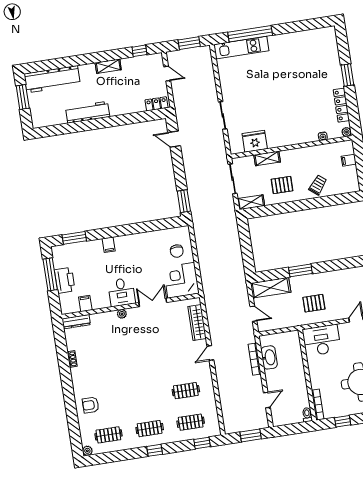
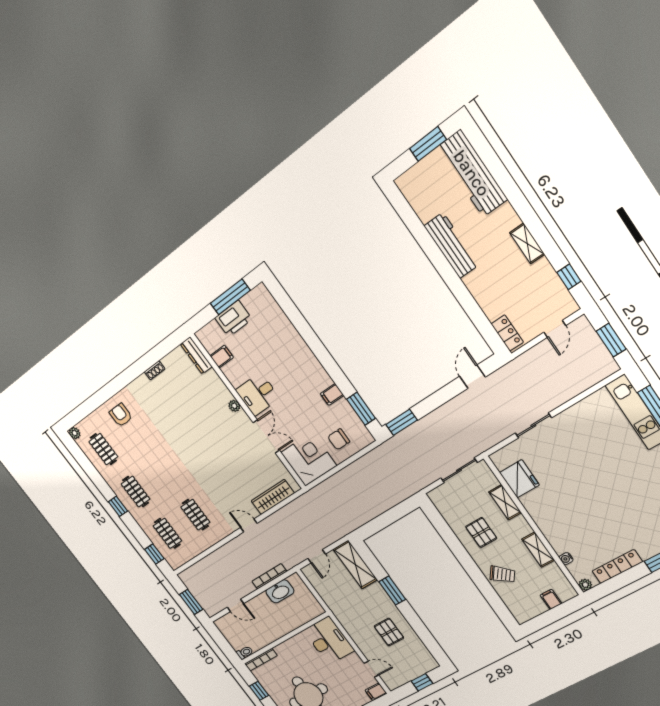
shelving: (251, 202) -> (538, 550), moved
window: (74, 238) -> (361, 409), moved
filing cabinet: (109, 245) -> (332, 394), moved
pallet: (314, 303) -> (389, 632), moved

